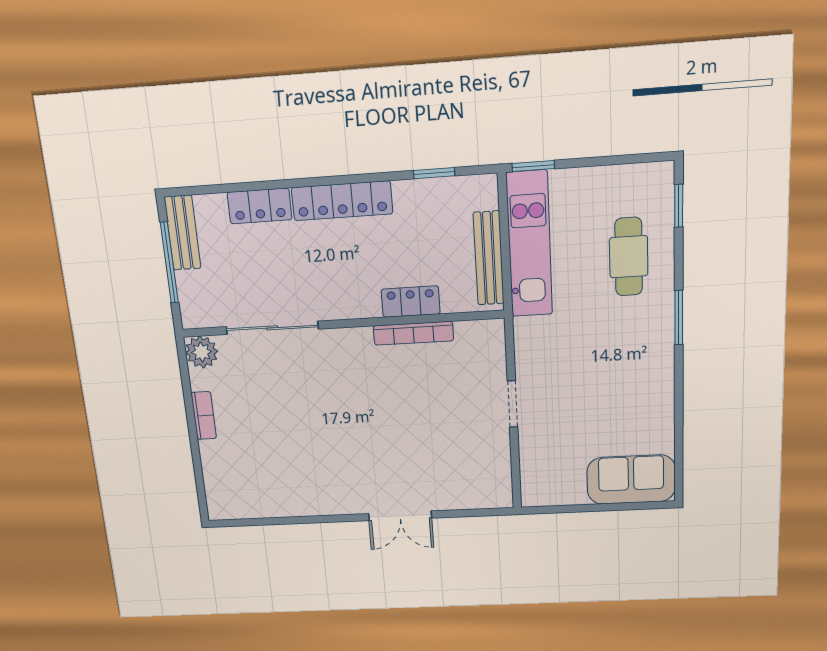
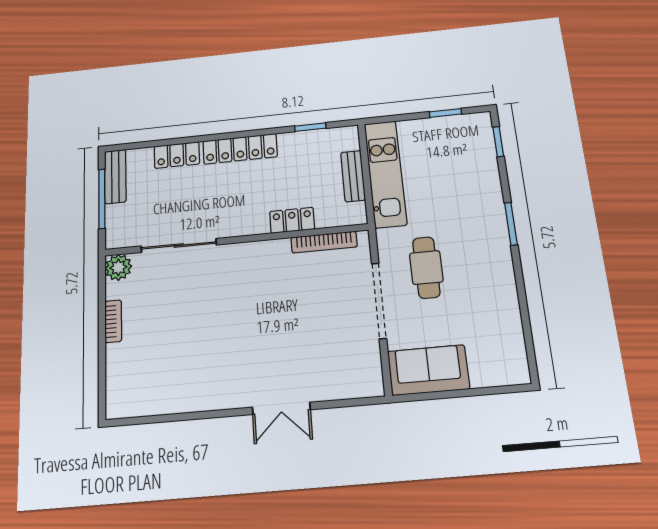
window: (533, 166) -> (445, 113), moved
cafe table: (629, 257) -> (426, 268), moved
bench: (489, 258) -> (353, 176), width x0.73
bookcase: (413, 333) -> (324, 242), moved
doorway: (513, 404) -> (379, 301), width x1.88
sofa: (631, 480) -> (428, 370), moved

